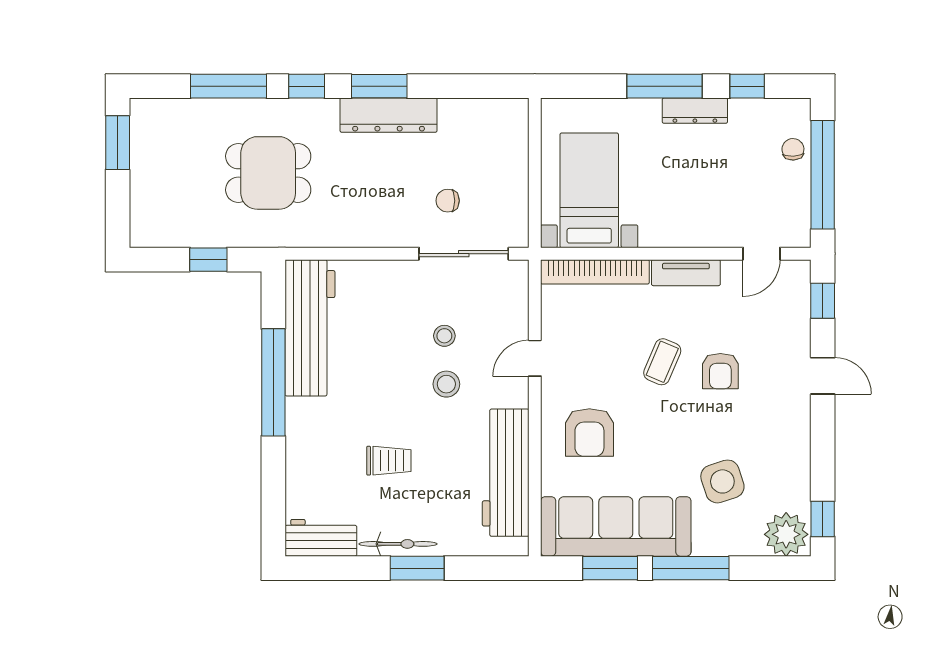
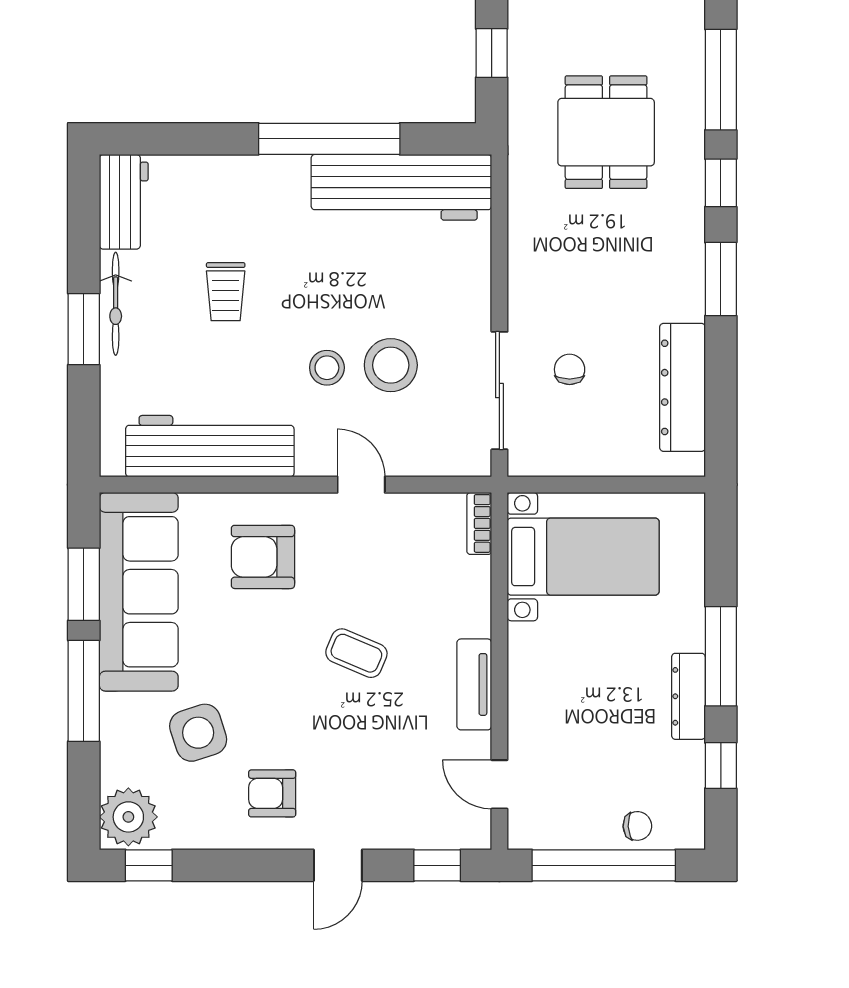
dresser: (389, 115) -> (682, 387), moved
bookcase: (595, 272) -> (479, 523), width x0.43, depth x0.76
stool: (444, 336) -> (391, 365), width x1.89, depth x1.89
armchair: (720, 371) -> (272, 793), moved

